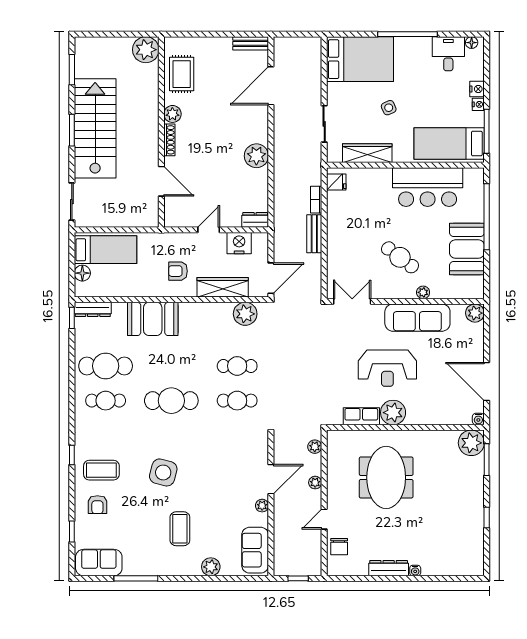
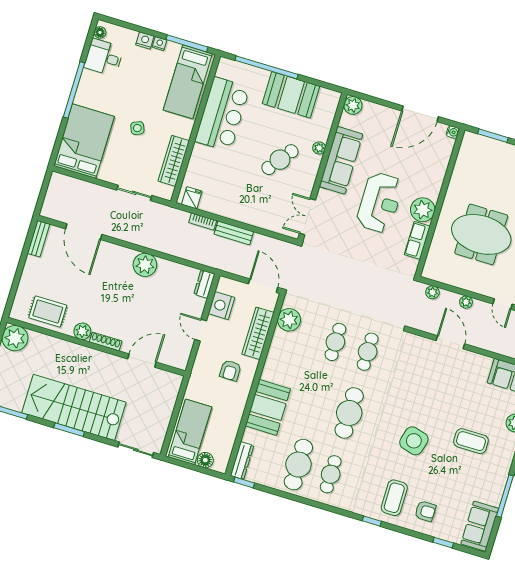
plant: (471, 443) -> (473, 145), removed
plant: (262, 506) -> (473, 358), removed

